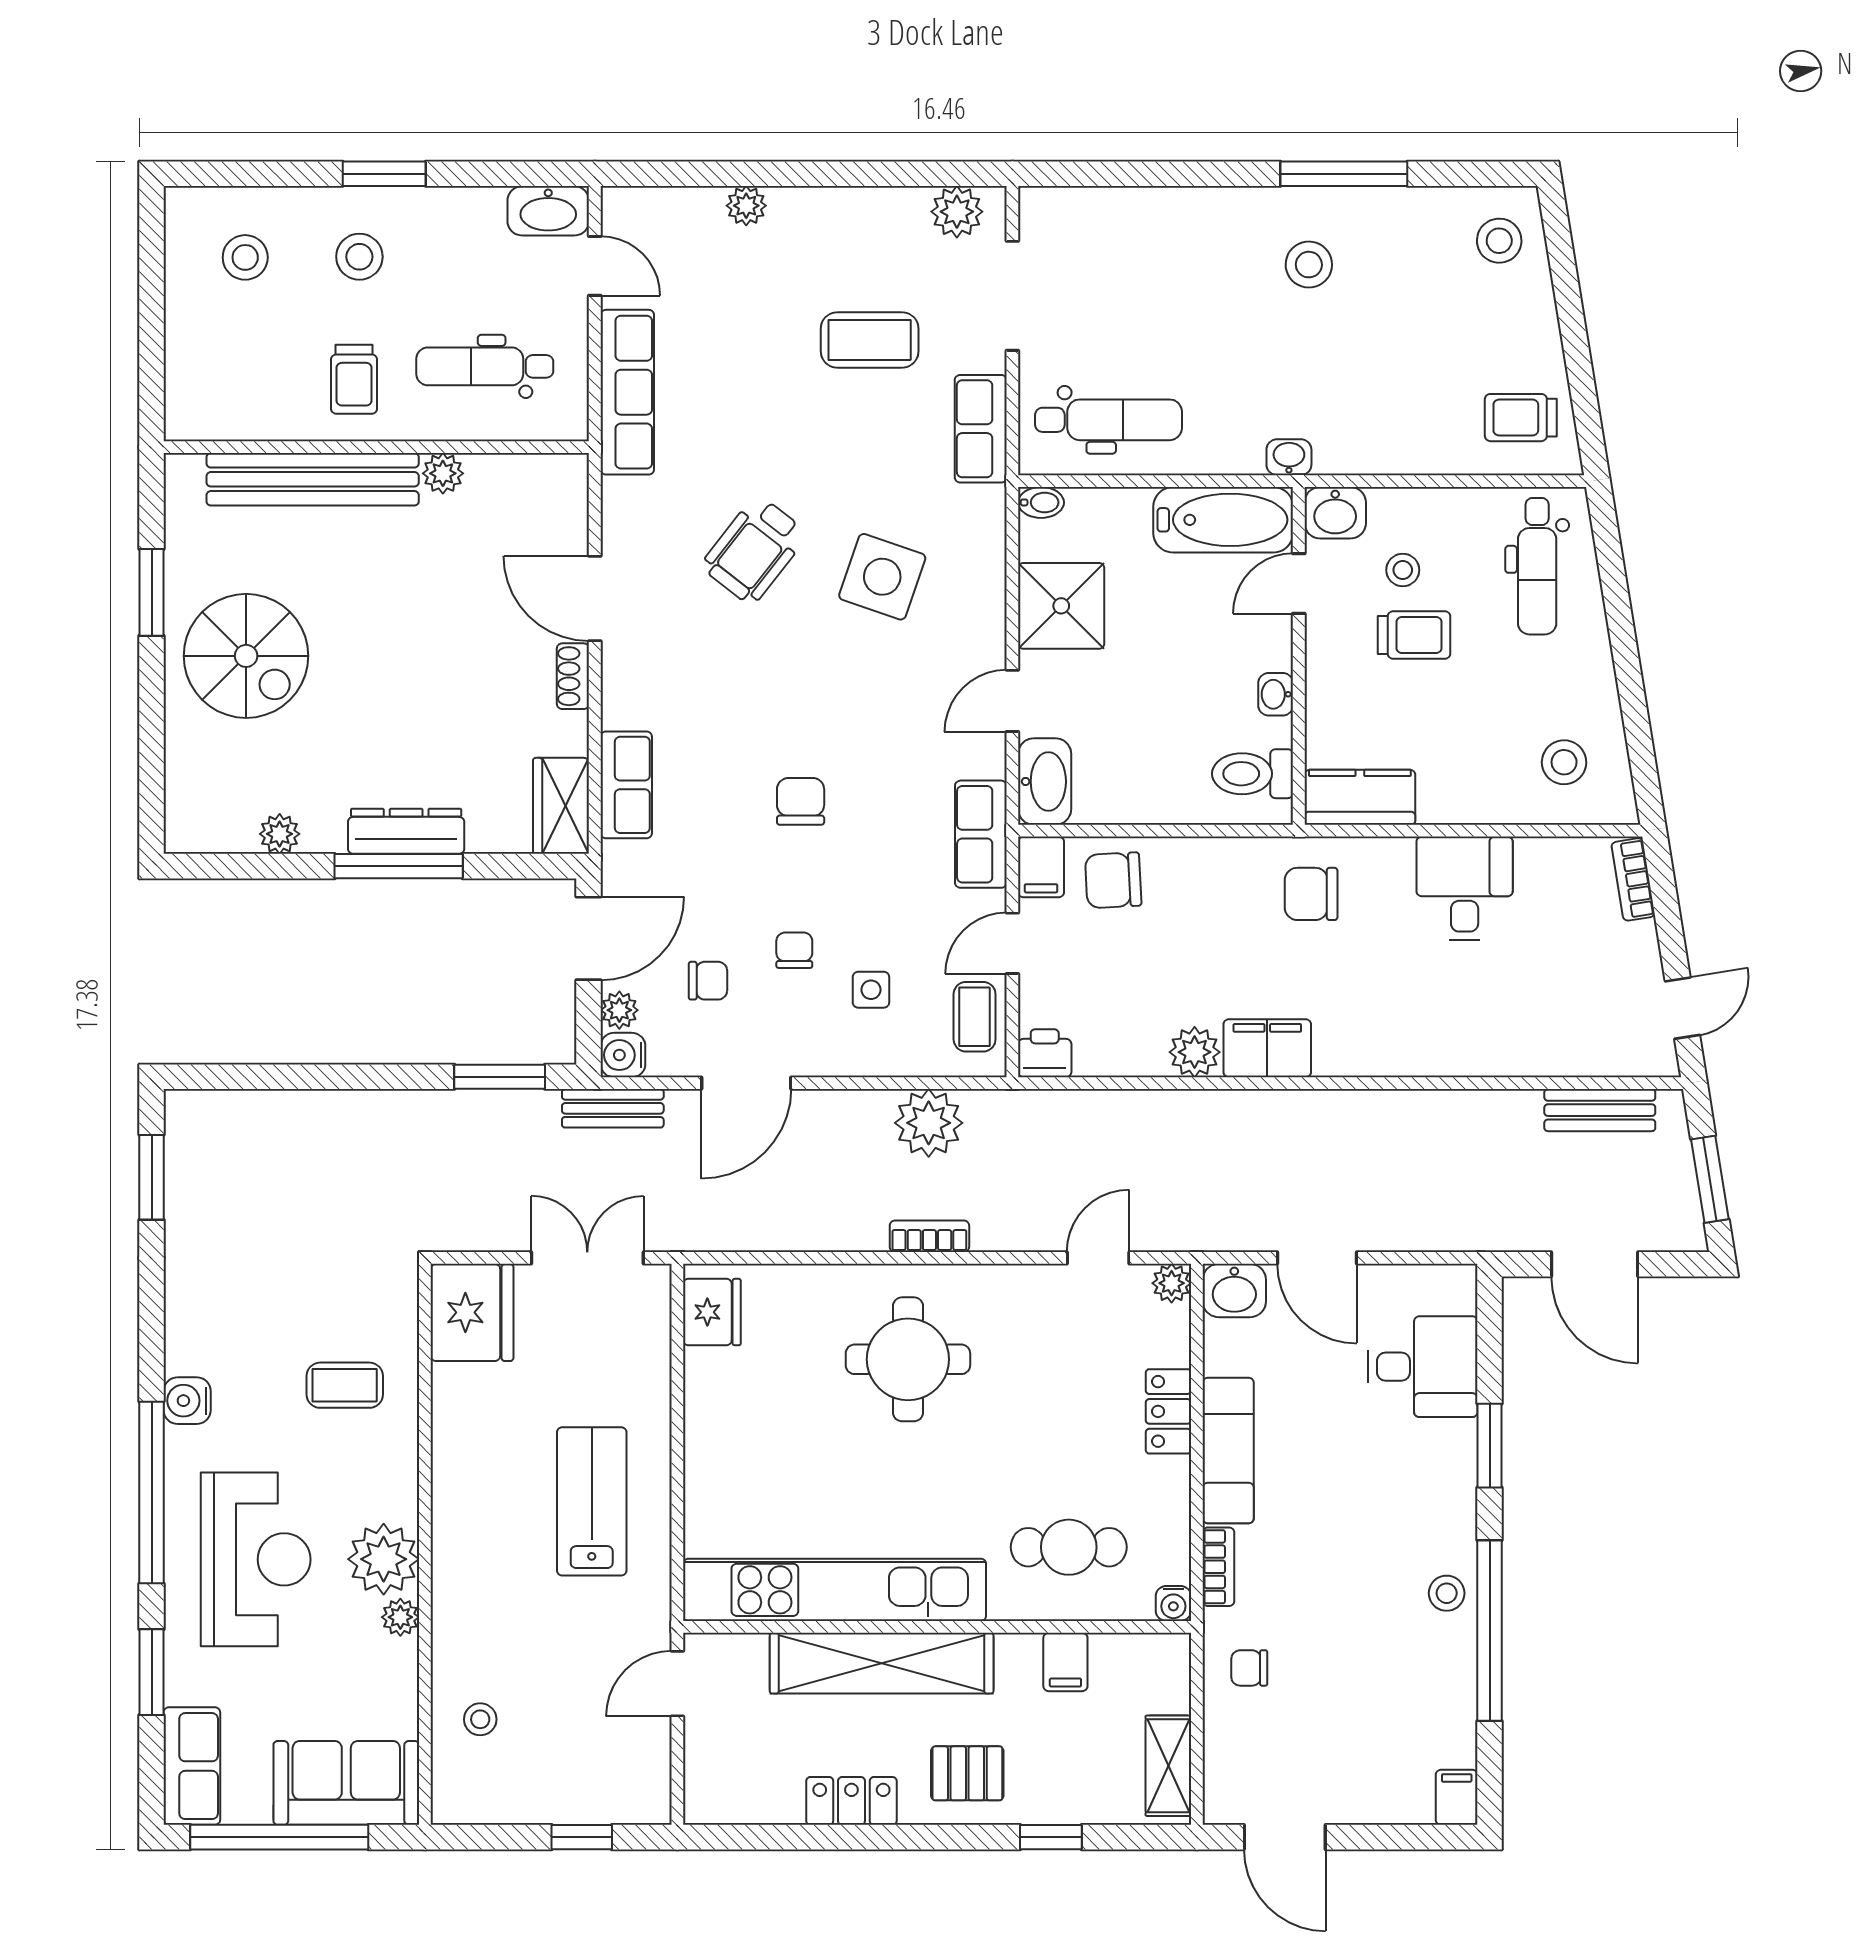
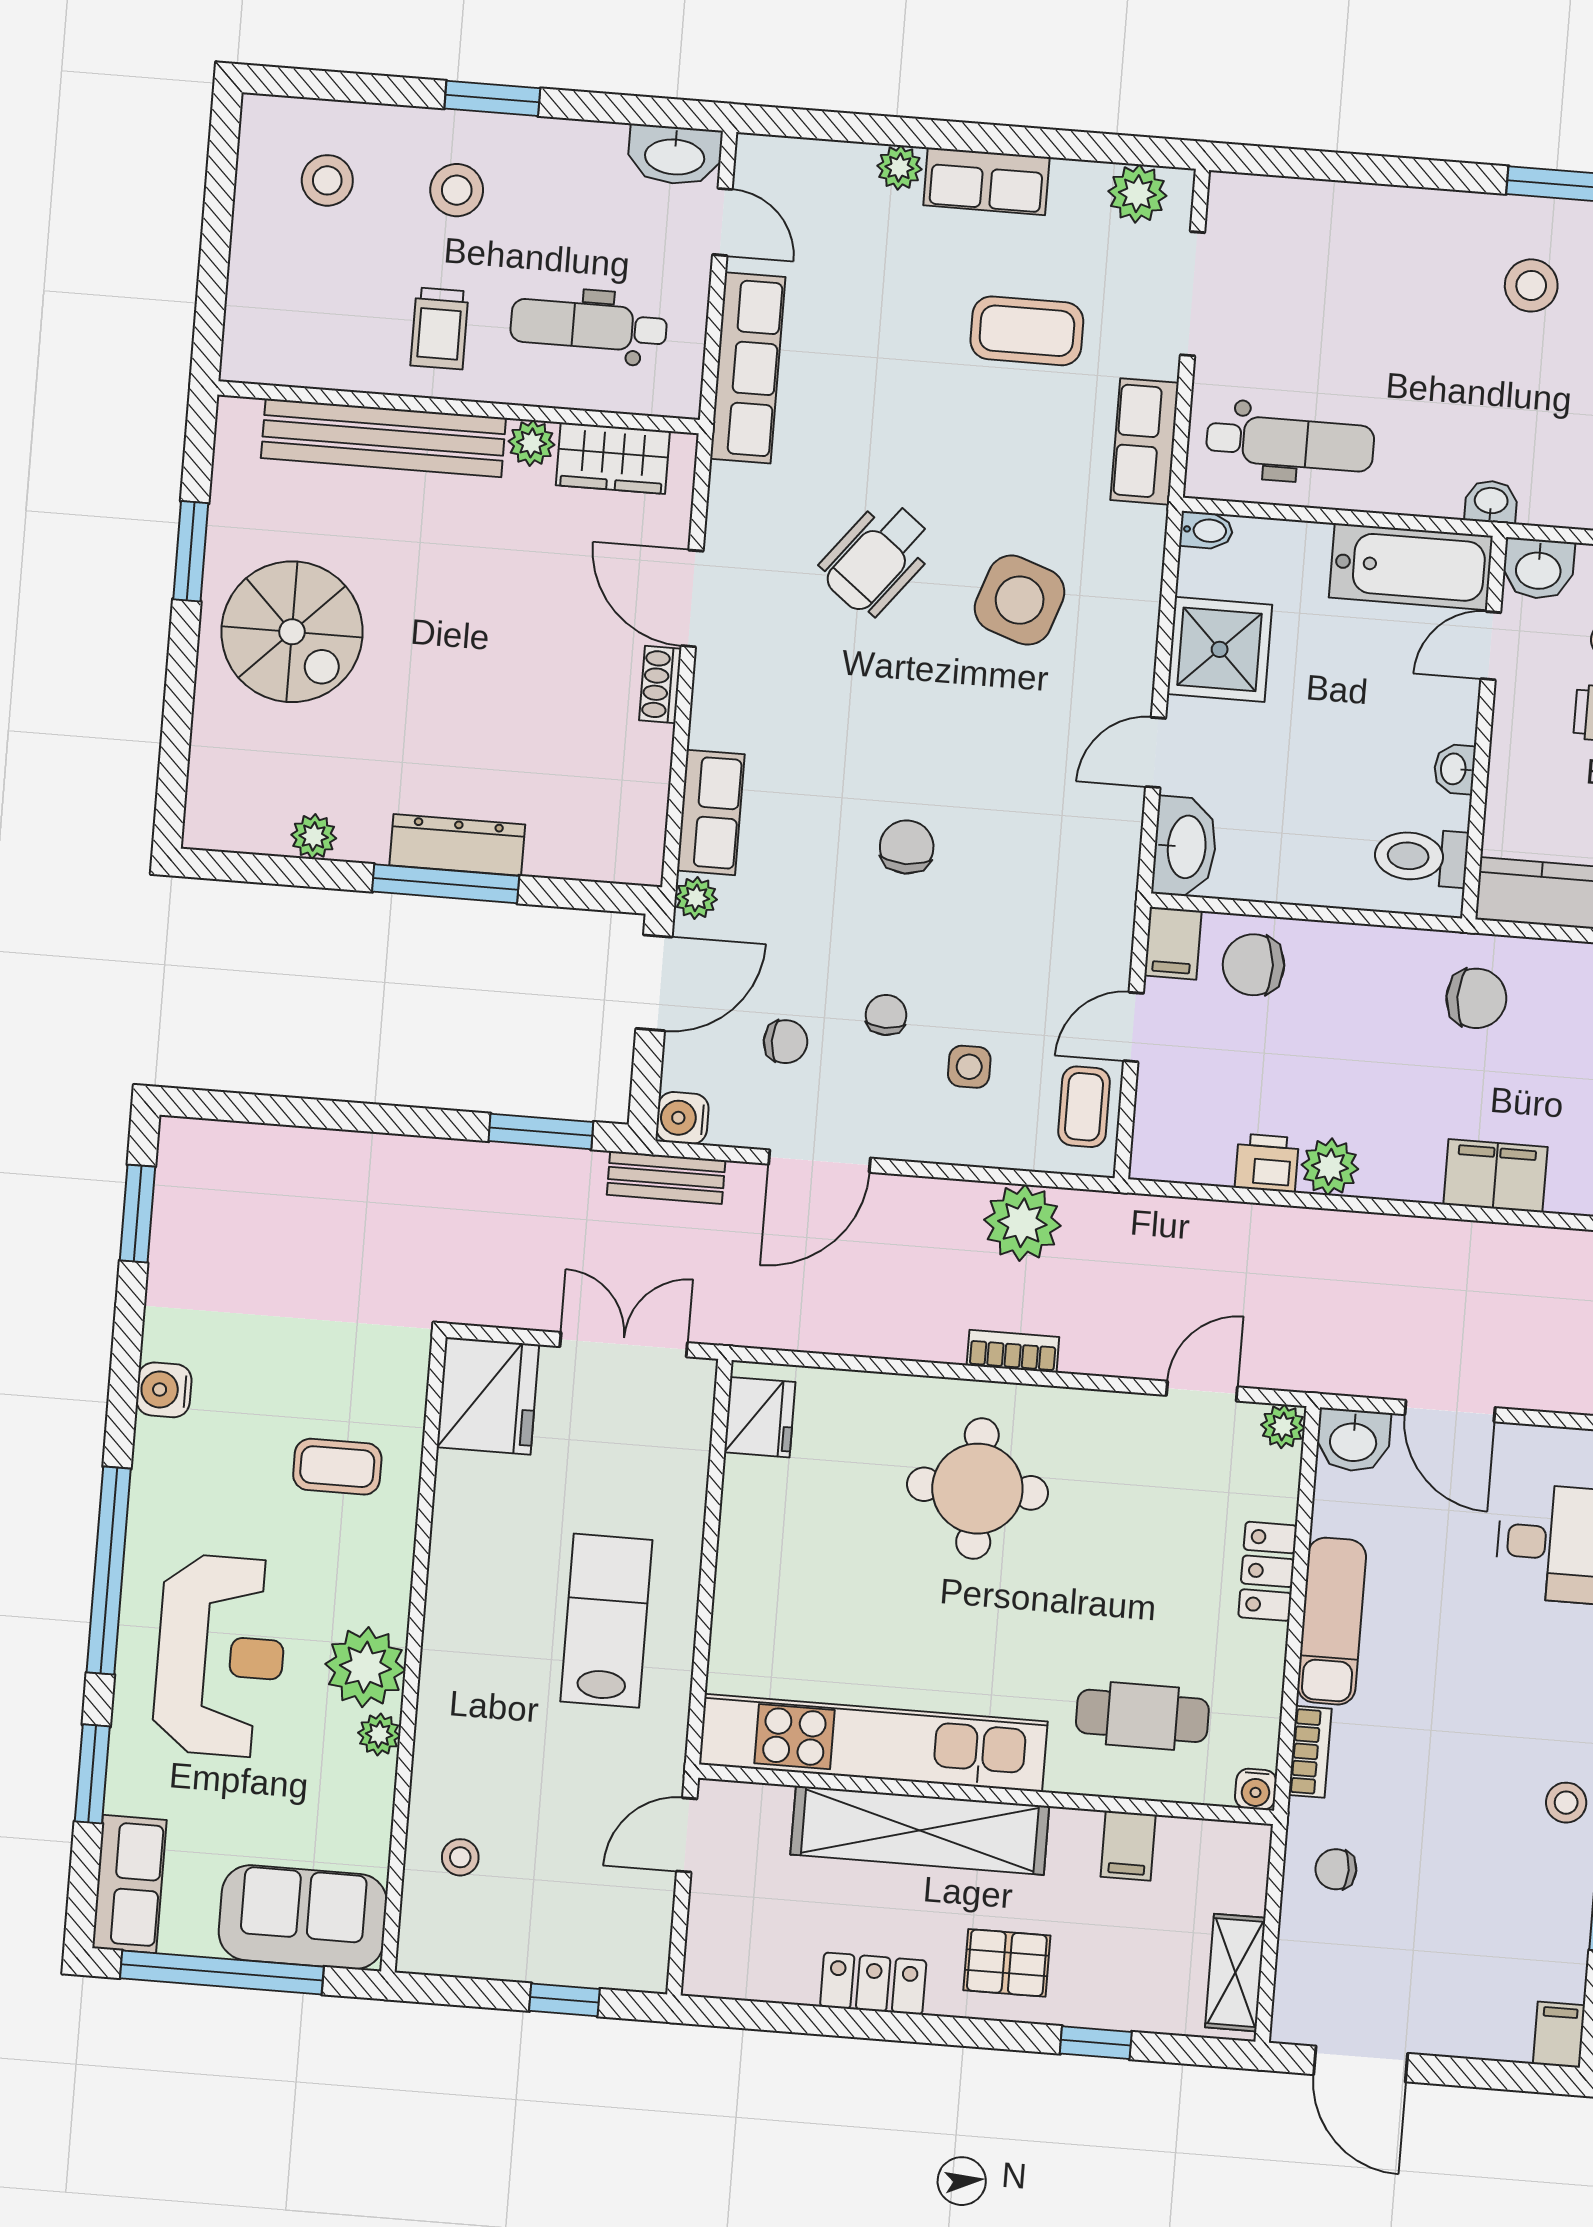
wardrobe: (561, 806) -> (613, 458), moved, turned -90
row of seats: (981, 834) -> (986, 181), moved, turned -90
chair: (1311, 894) -> (1476, 998), turned 180
plant: (619, 1010) -> (696, 898), moved
filing cabinet: (1267, 1048) -> (1495, 1176), moved
printer: (1045, 1053) -> (1267, 1163), moved
water cooler: (187, 1401) -> (164, 1390), moved

